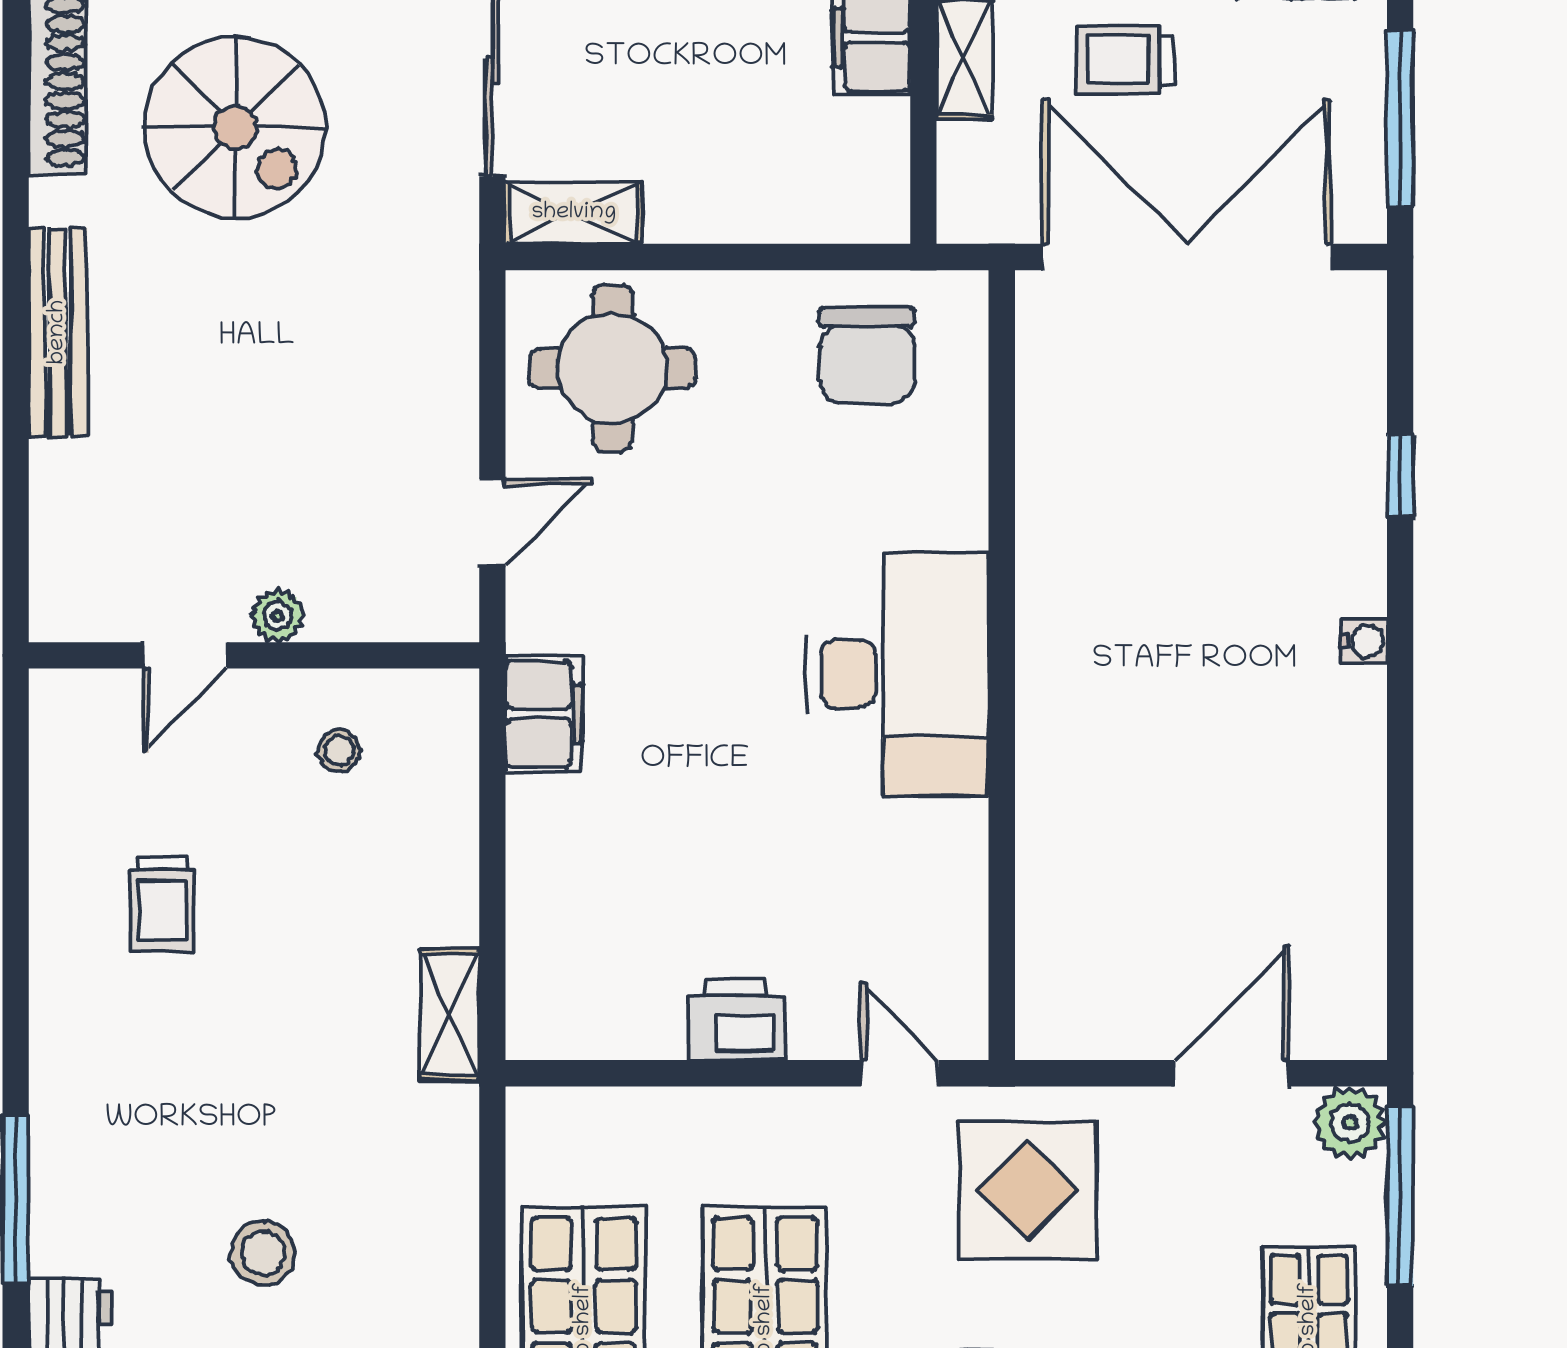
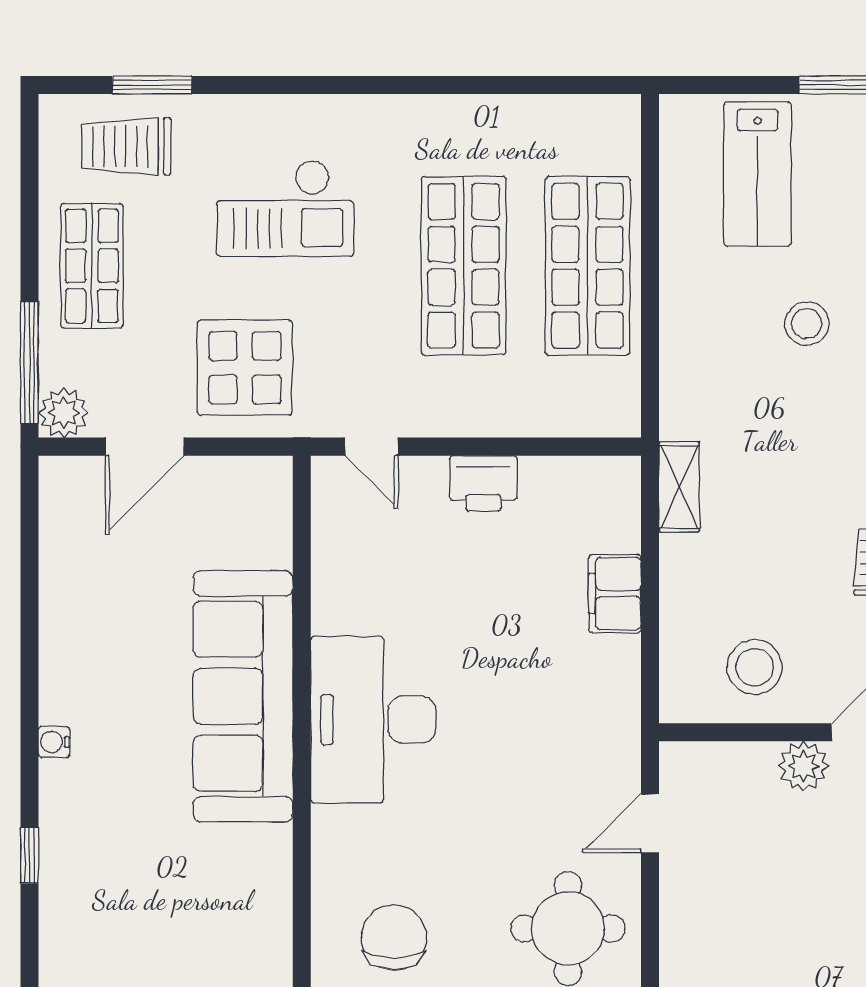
plant: (278, 616) -> (804, 766), width x1.38, depth x1.38
sofa: (1088, 708) -> (243, 696), added
filing cabinet: (544, 714) -> (615, 594), moved
stool: (339, 751) -> (755, 667), width x1.89, depth x1.89
display table: (1027, 1190) -> (245, 368), moved

